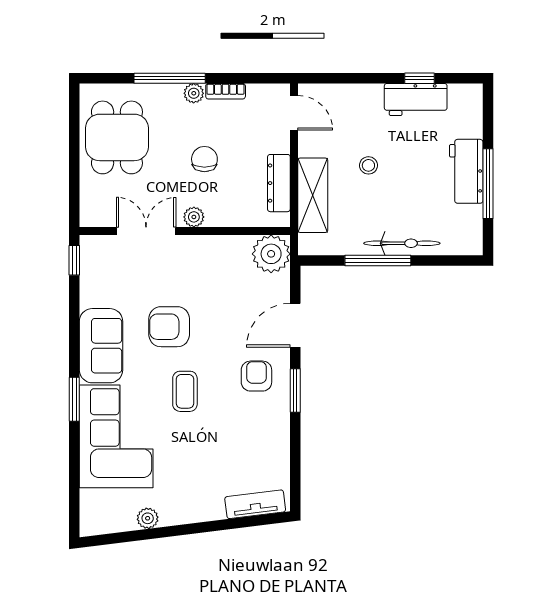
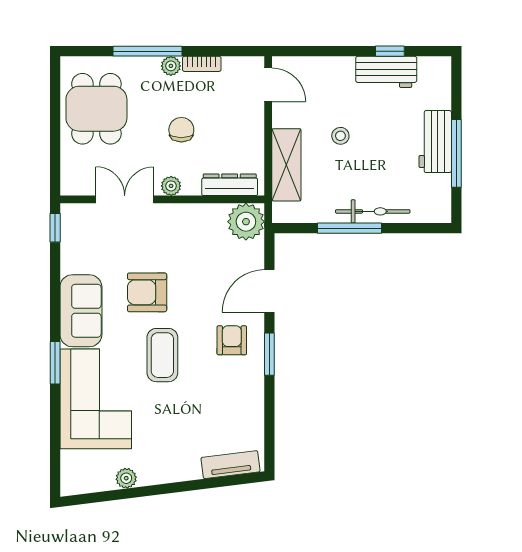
dresser: (279, 183) -> (230, 185), moved, turned 90
coffee table: (185, 391) -> (162, 355), width x1.36, depth x1.30

